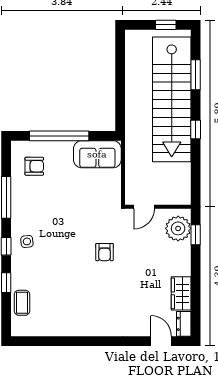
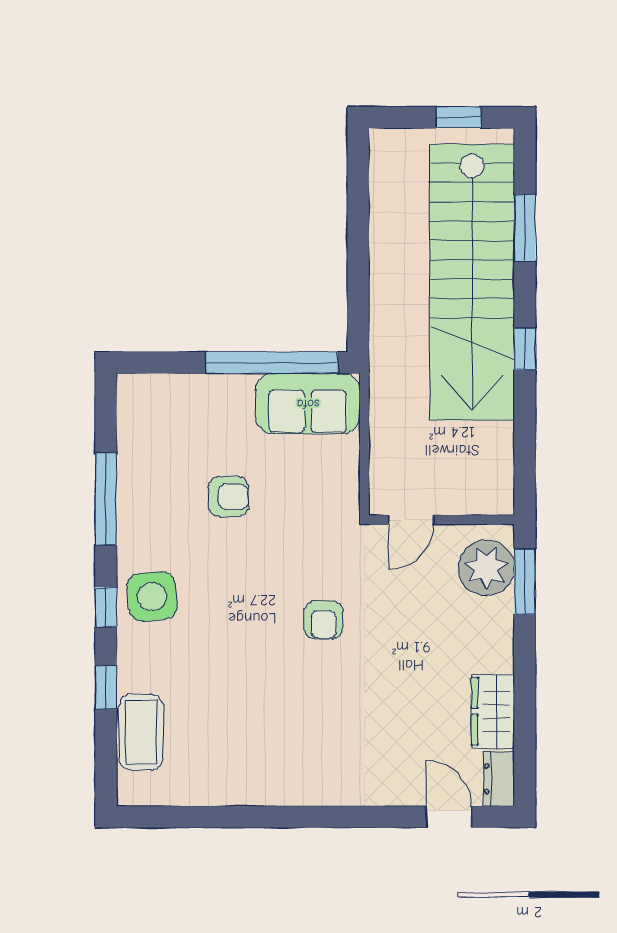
window: (59, 136) -> (272, 363), moved
armchair: (34, 166) -> (229, 497), moved
window: (196, 235) -> (525, 582), width x1.50
side table: (27, 241) -> (152, 596), width x1.87, depth x1.87
coffee table: (22, 303) -> (141, 732), width x1.36, depth x1.30

